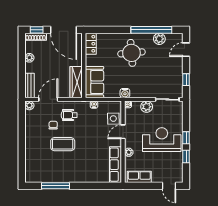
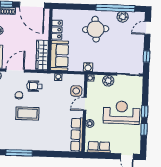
locker: (91, 44) -> (57, 30), moved

